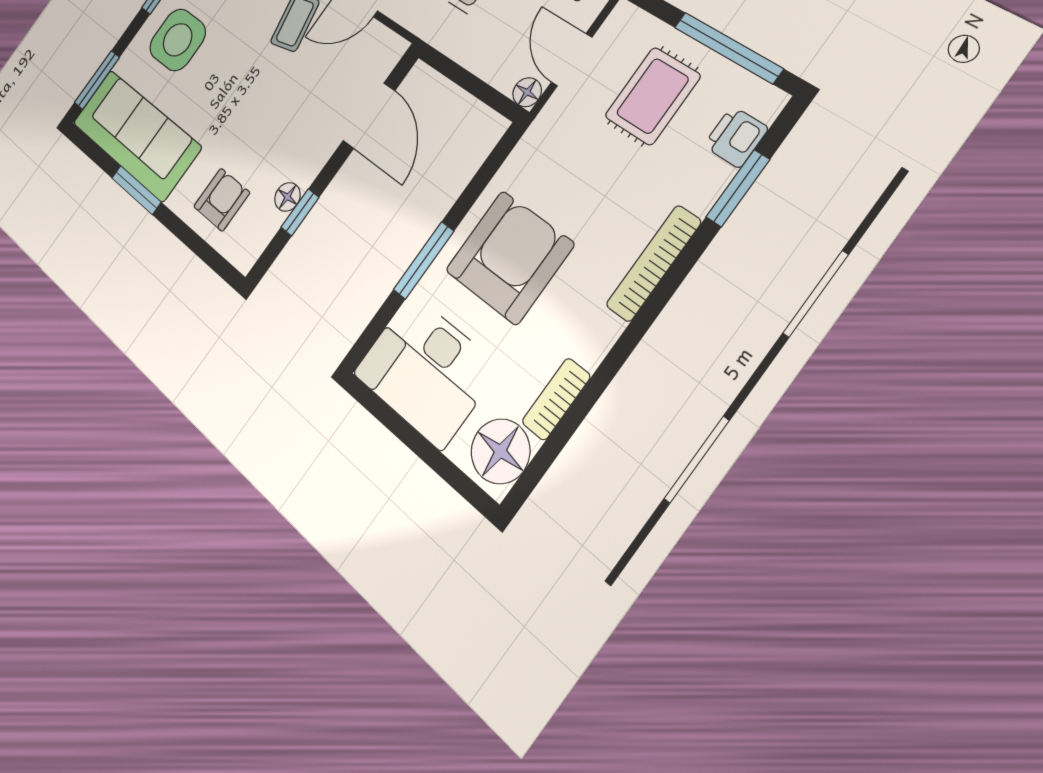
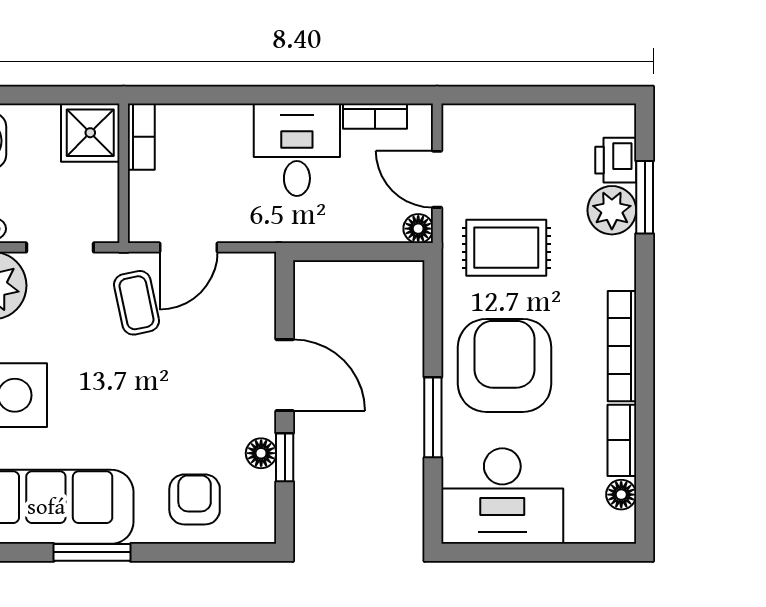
window: (728, 48) -> (561, 95), removed
rug: (652, 96) -> (506, 248), moved, turned 90
door: (369, 116) -> (285, 375), moved
plant: (699, 181) -> (612, 210), added
bookcase: (654, 263) -> (622, 346), moved
floor lamp: (500, 451) -> (621, 495), width x0.53, depth x0.53

